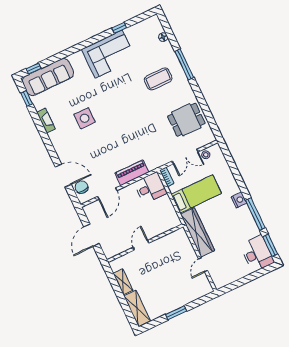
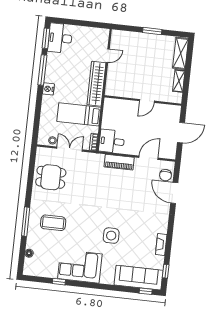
side table: (85, 118) -> (111, 236), moved

